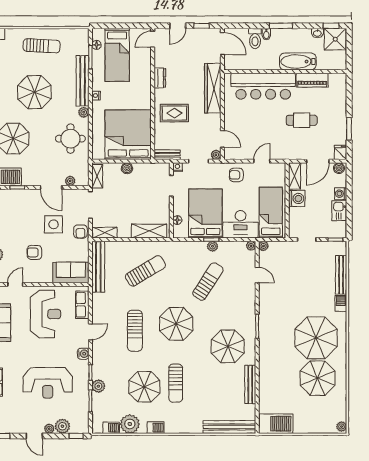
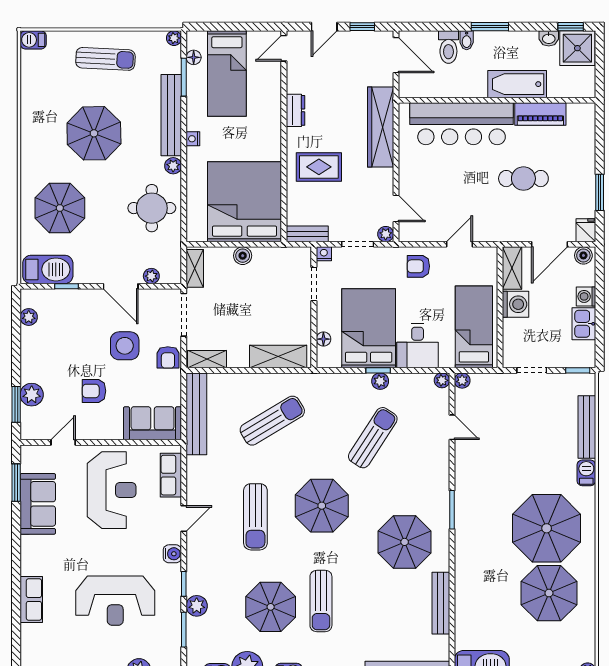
plant: (84, 33) -> (174, 38), added
desk: (241, 224) -> (418, 346), width x0.73

